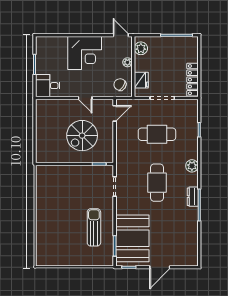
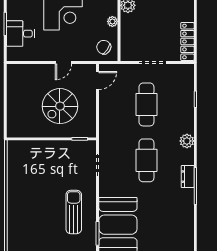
fridge: (141, 80) -> (128, 42), removed
desk: (48, 86) -> (20, 34), moved
door: (85, 98) -> (63, 63), hinge flipped
cafe table: (157, 134) -> (146, 104), turned 90

